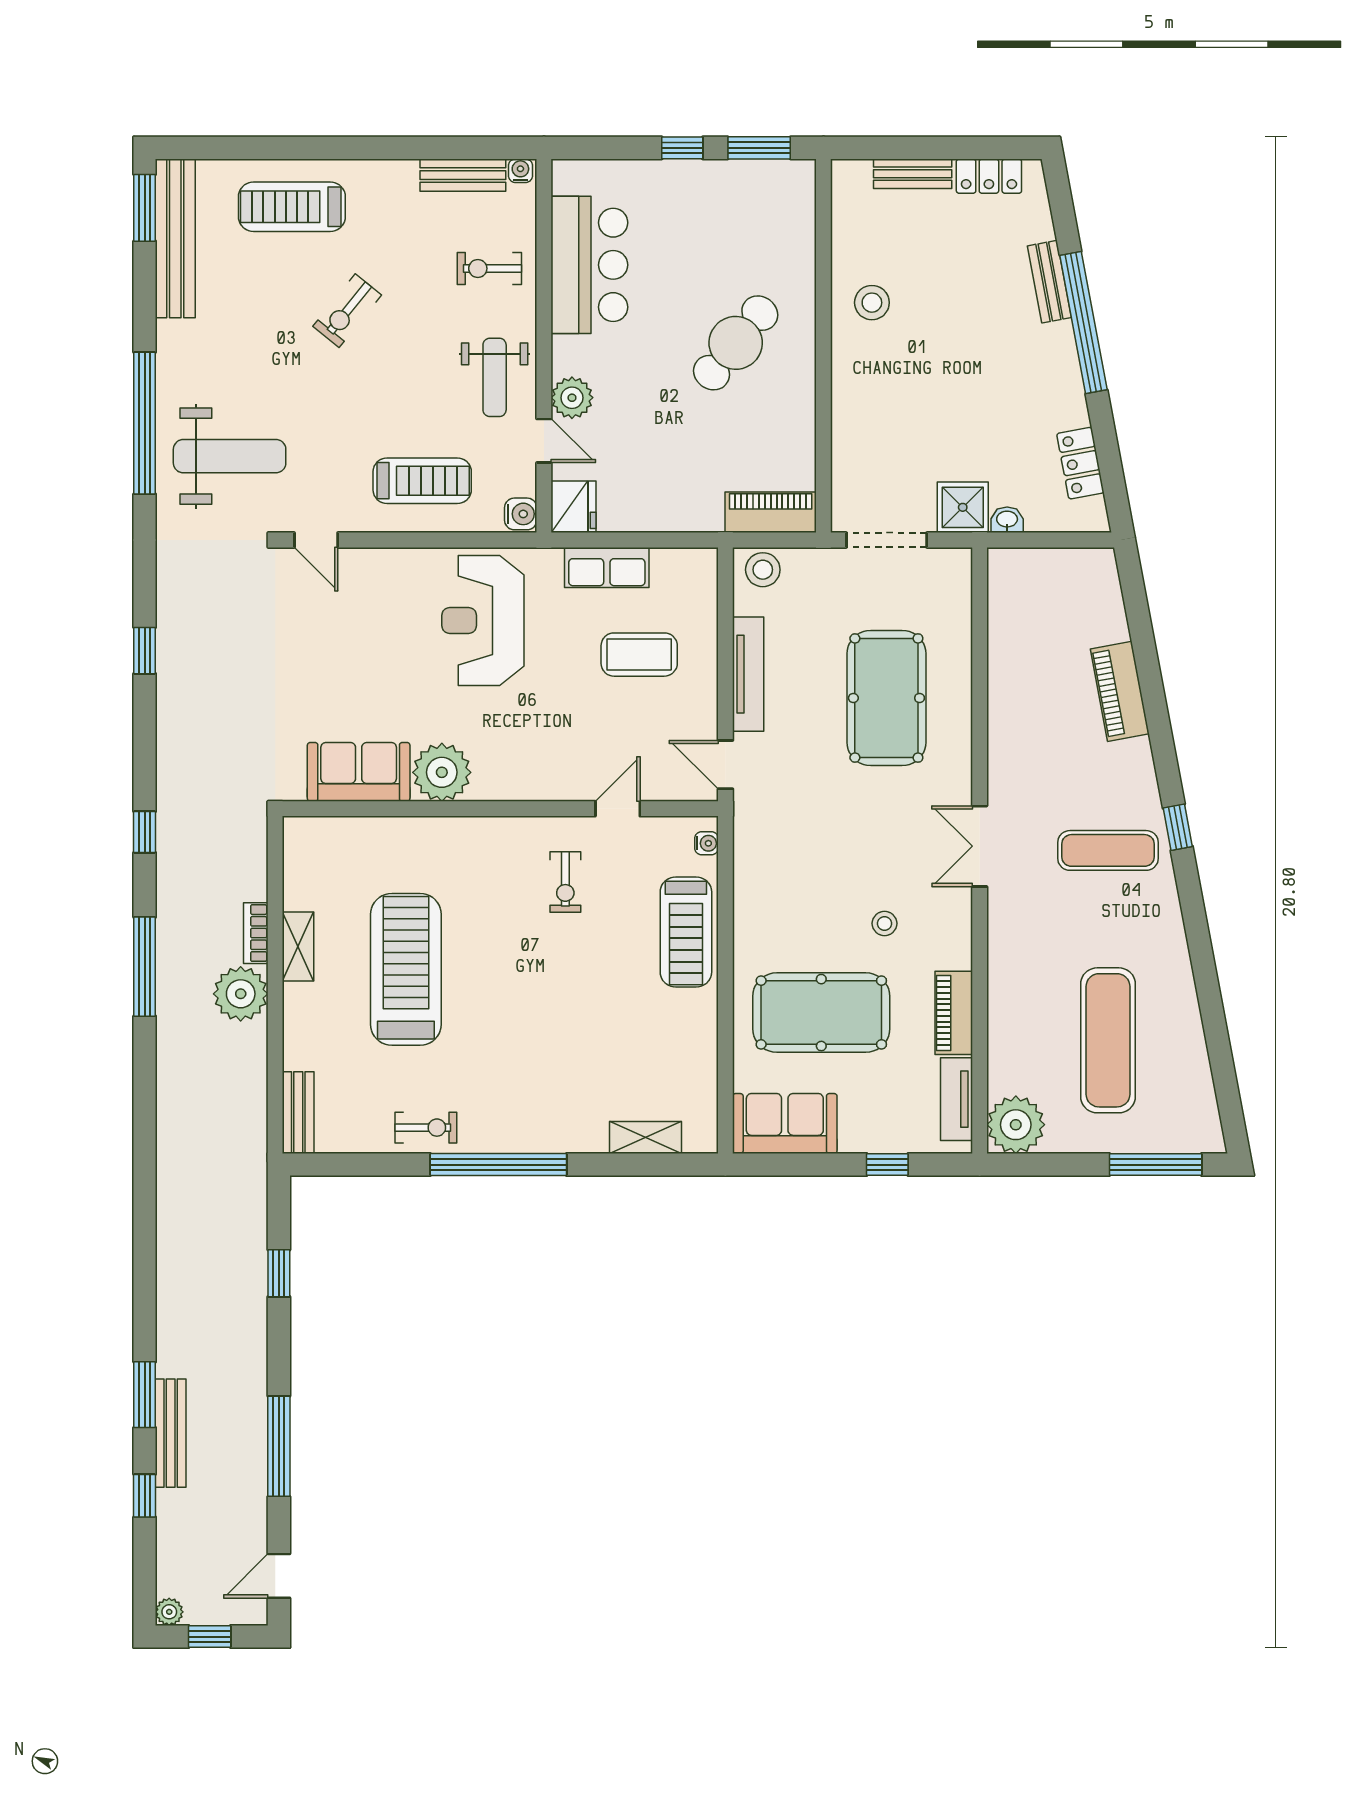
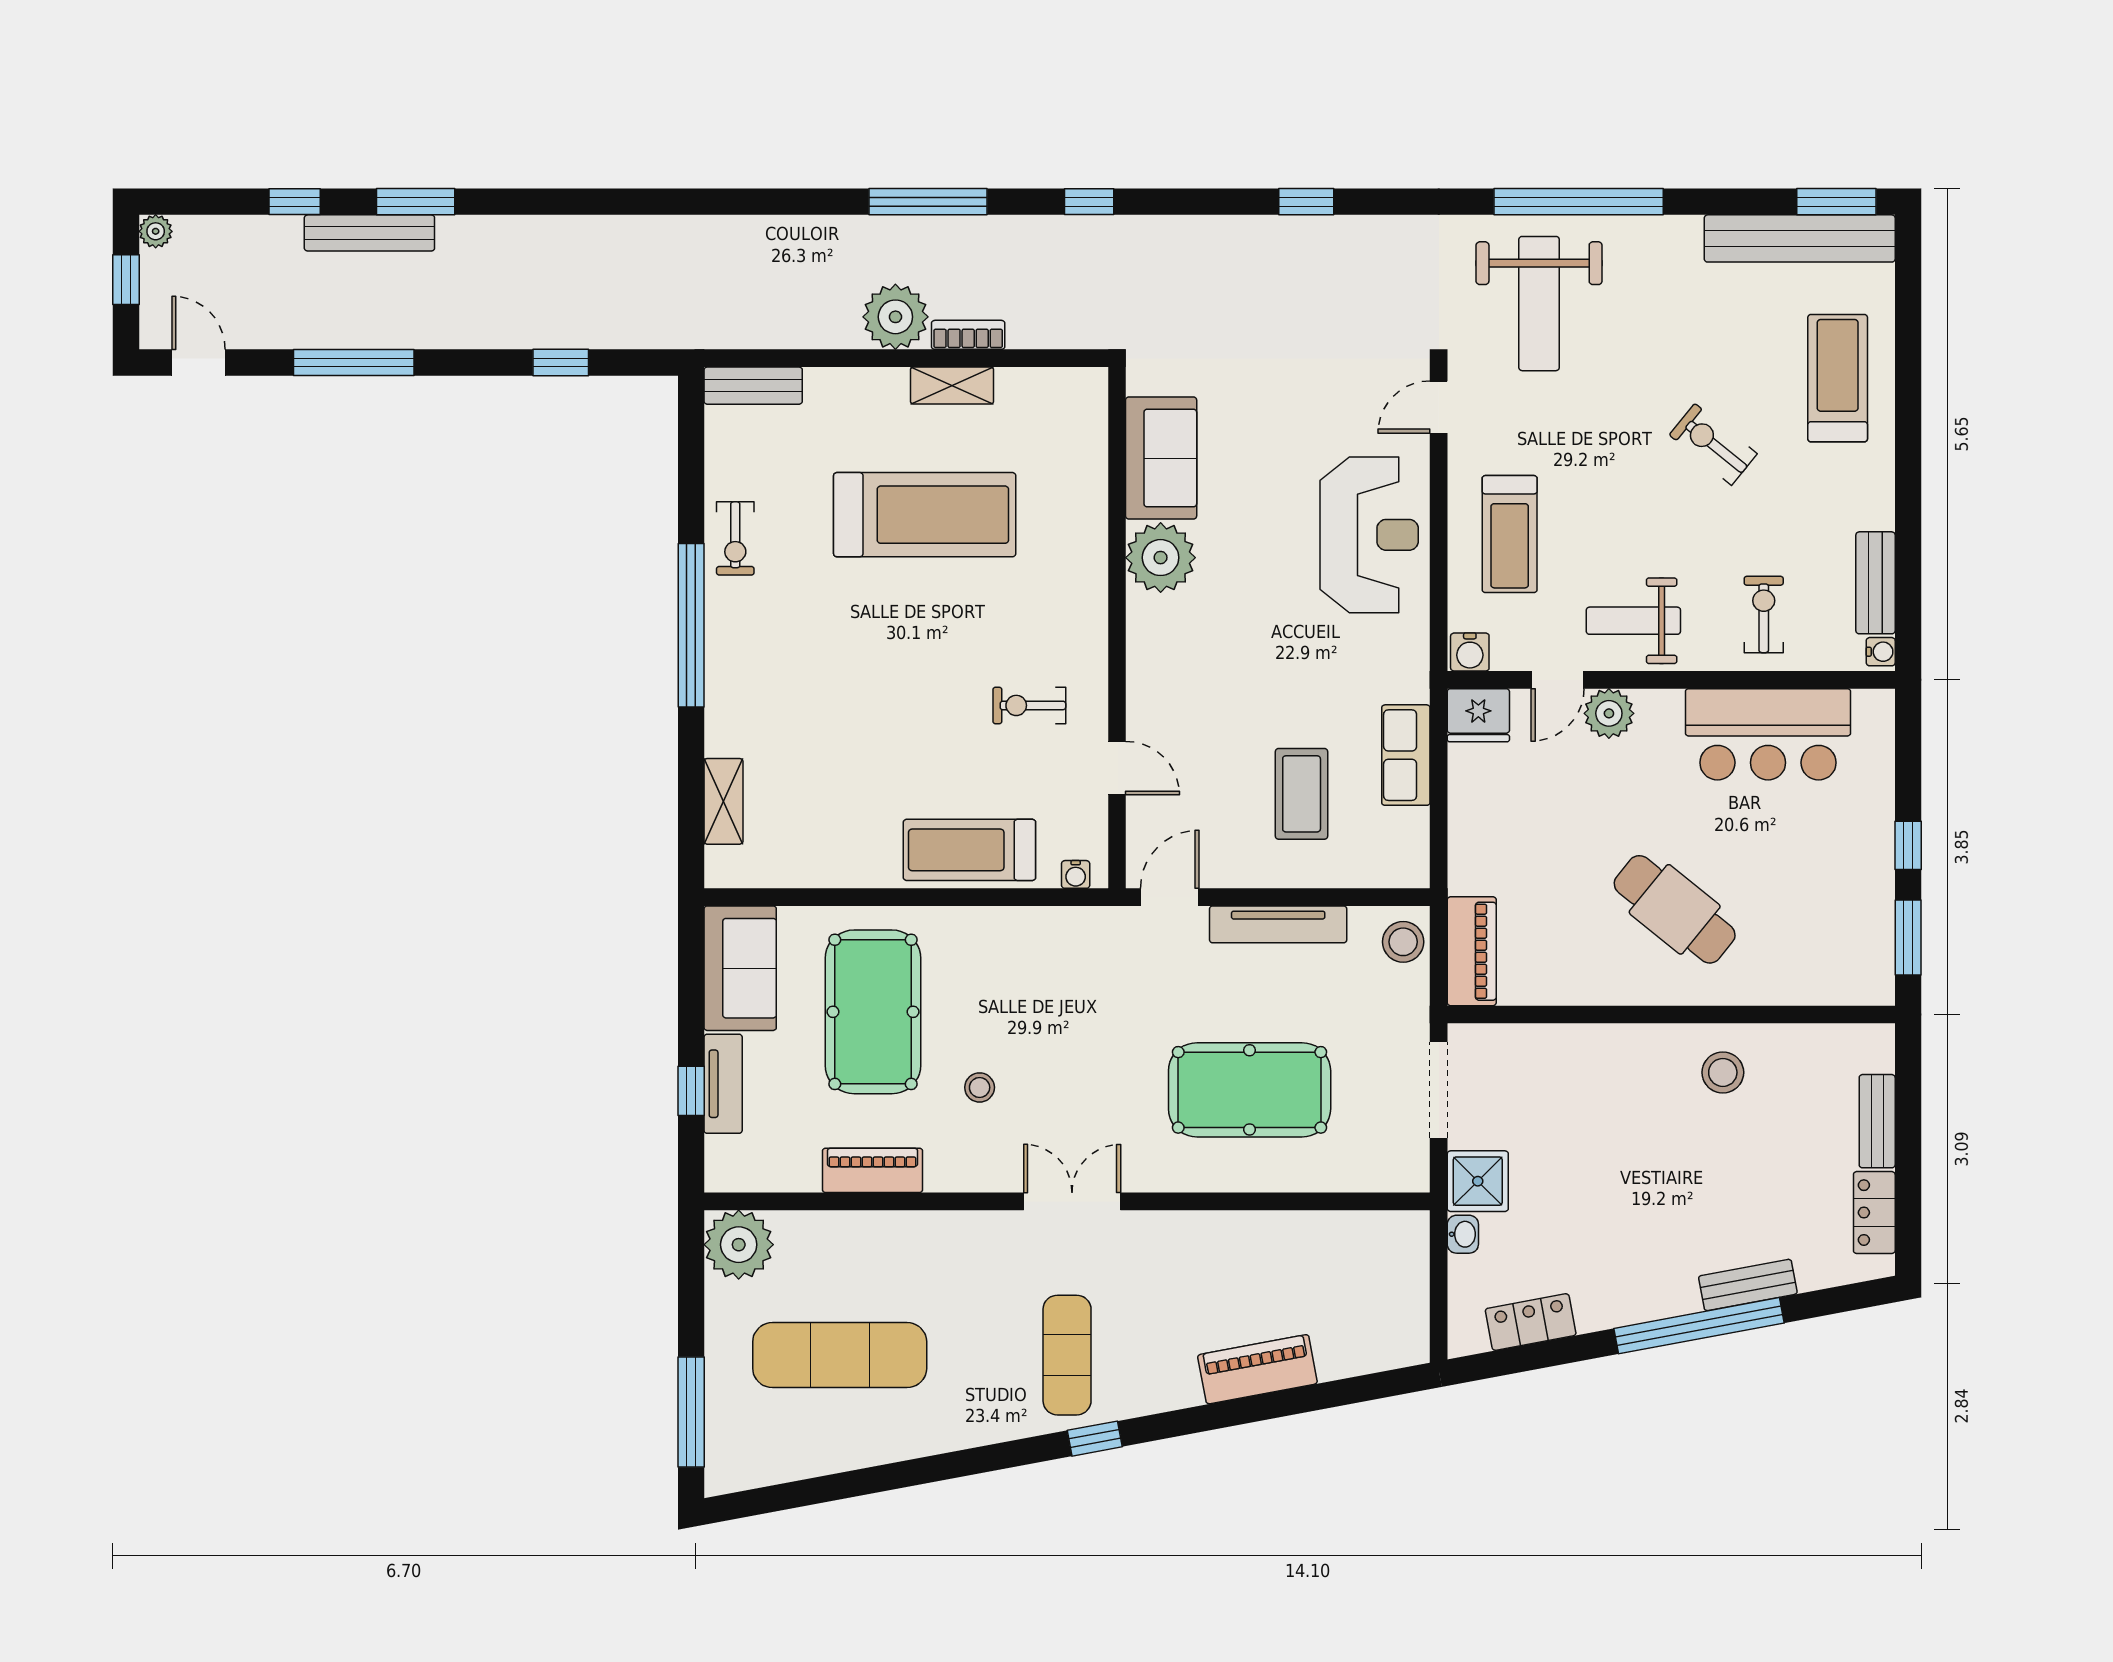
reception desk: (483, 620) -> (1369, 535), moved, turned 90
tv unit: (956, 1099) -> (723, 1084), moved, turned 90

